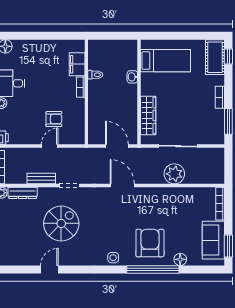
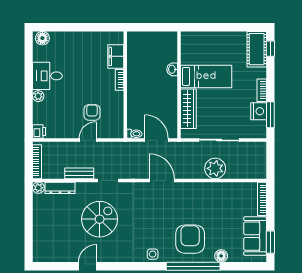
bed: (166, 61) -> (206, 76), moved
toilet: (95, 75) -> (134, 134), moved
nightstand: (217, 118) -> (259, 111), added
armchair: (54, 119) -> (92, 112), turned -90

